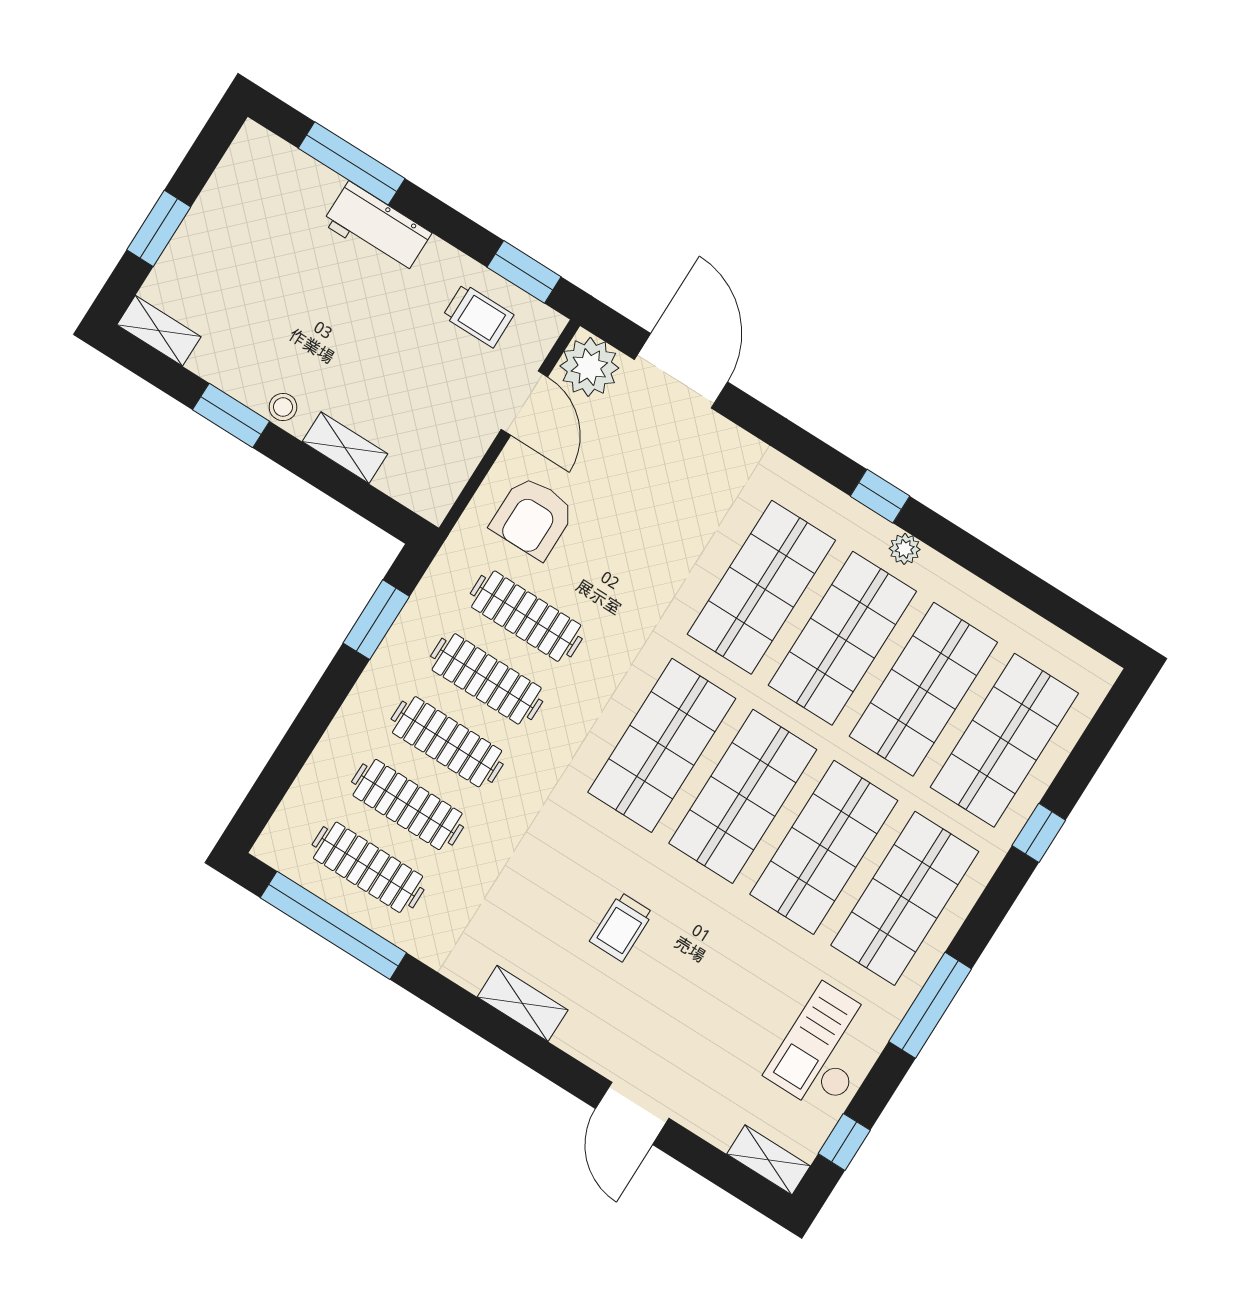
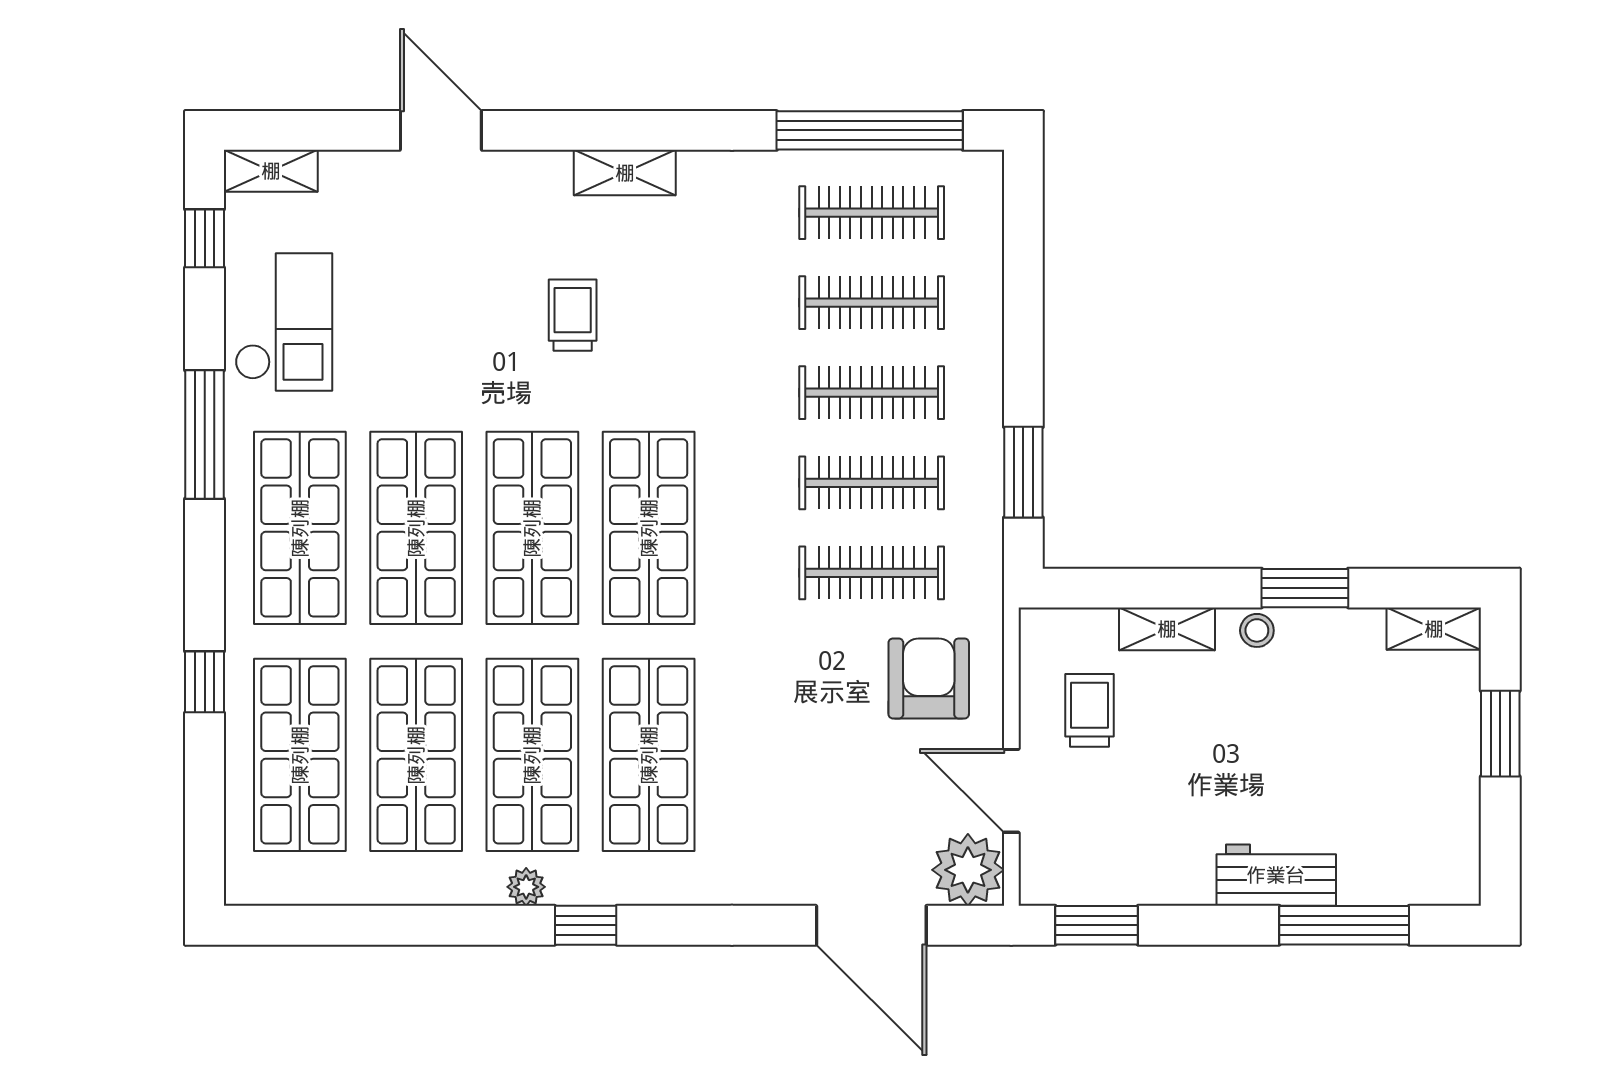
trolley: (478, 316) -> (1090, 710), moved, turned 90

